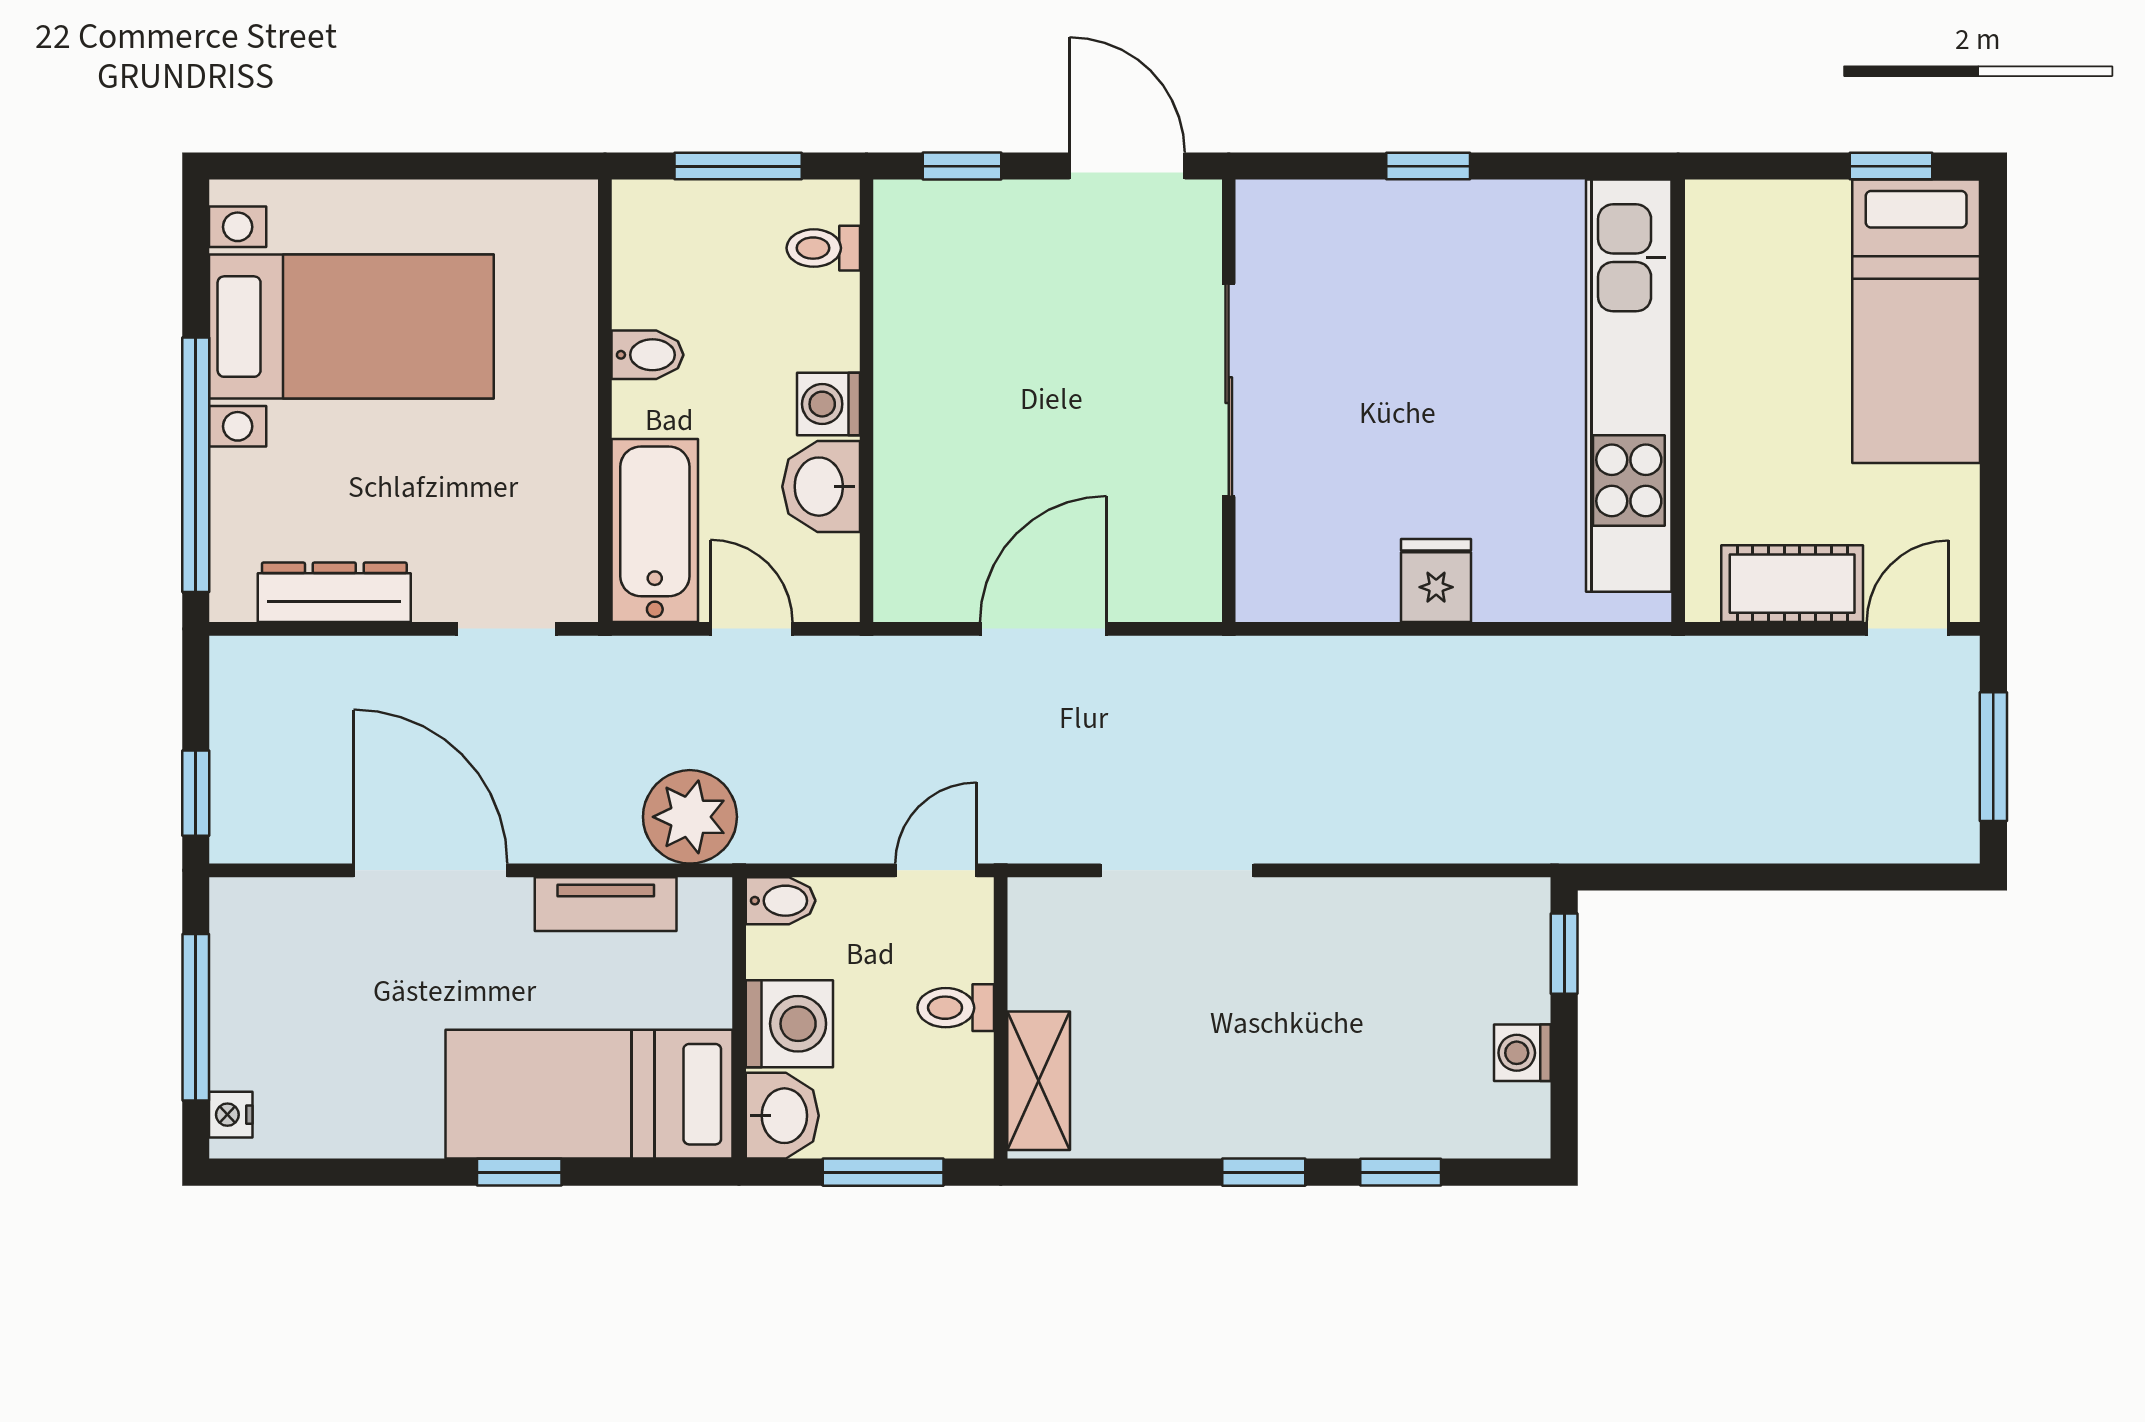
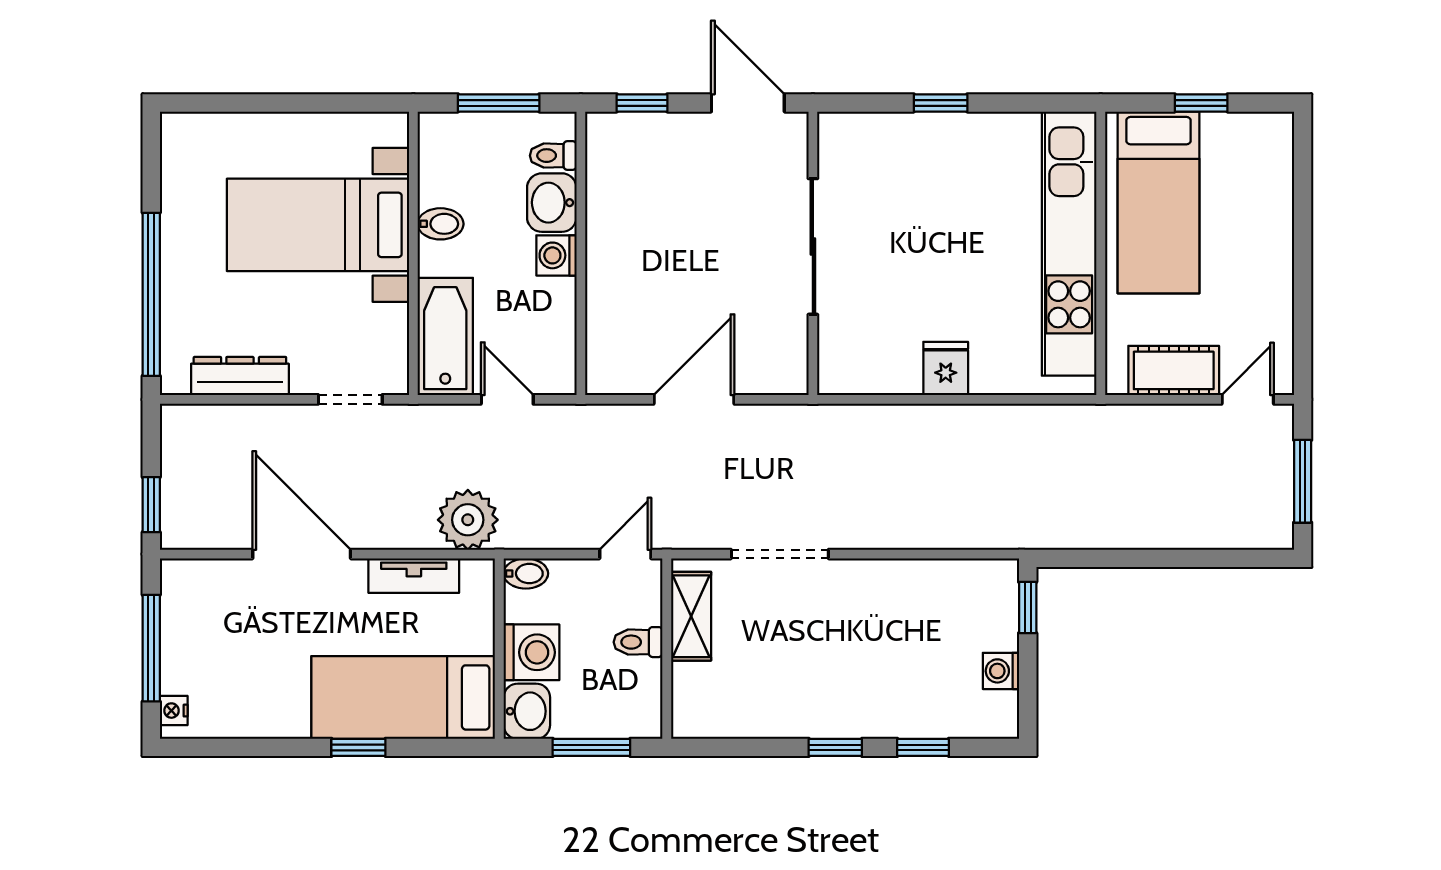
window: (1891, 166) -> (1201, 103), moved
bed: (1916, 321) -> (1159, 202), moved
bed with nightstands: (351, 327) -> (318, 225), moved, turned 180
washbasin: (821, 487) -> (552, 203), moved
shelving: (1039, 1081) -> (691, 616), moved

